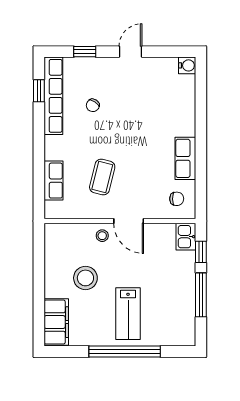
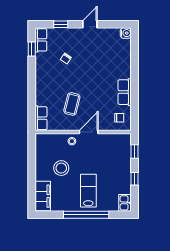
row of seats: (53, 96) -> (41, 40), width x0.50
row of seats: (54, 181) -> (41, 118), moved
door: (129, 221) -> (89, 132), swing flipped
kitchen sink: (186, 237) -> (125, 203), moved
window: (201, 295) -> (135, 179), width x0.46
lab bench: (128, 314) -> (88, 191), turned 180

